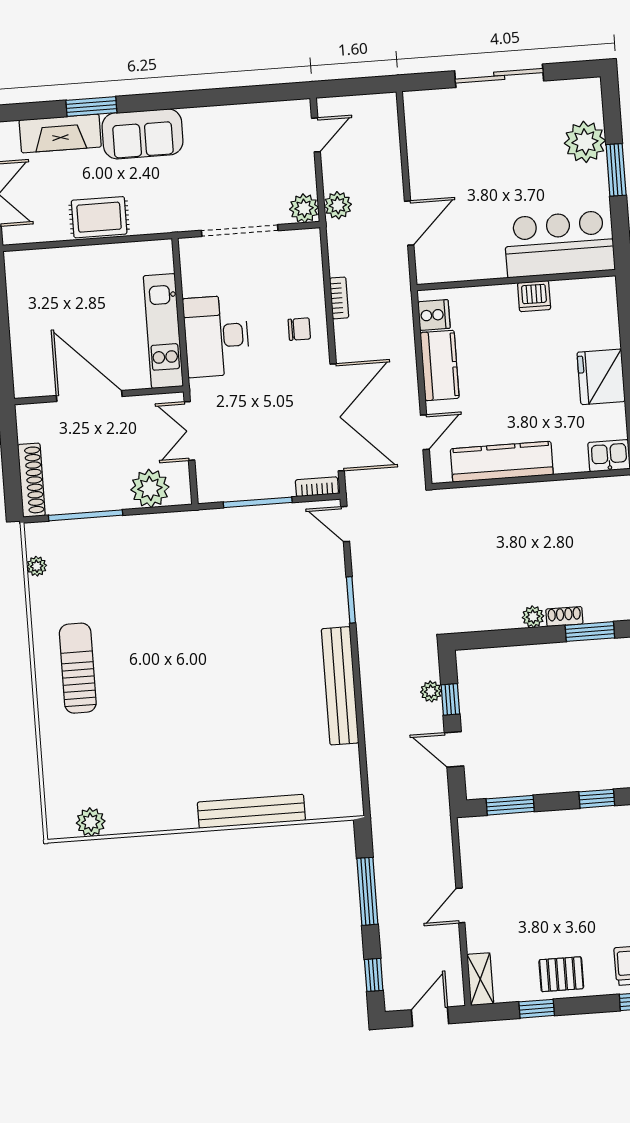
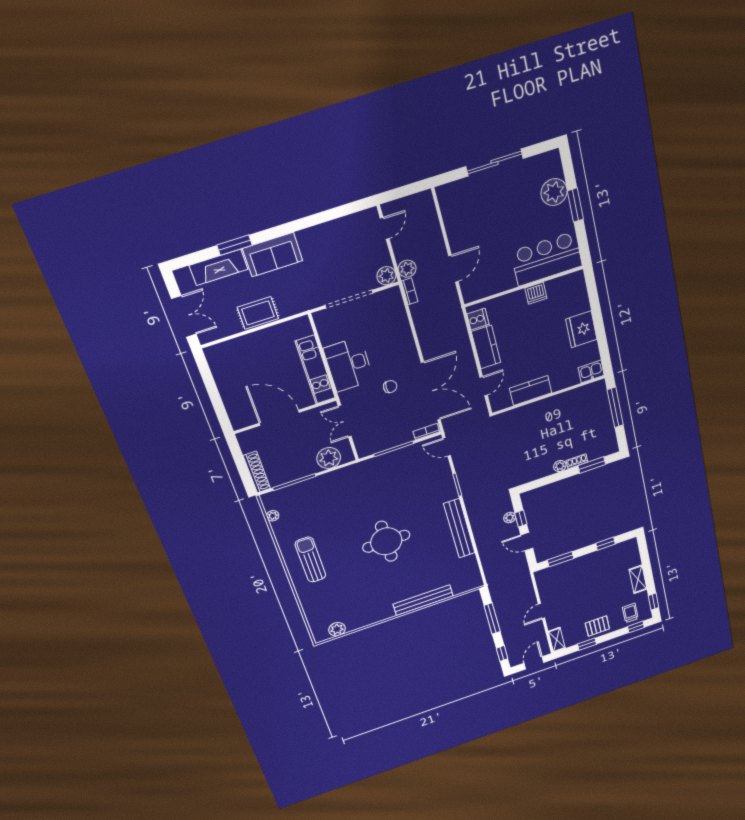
bookcase: (339, 298) -> (410, 291), moved
chair: (299, 329) -> (390, 387), moved
kitchen counter: (502, 462) -> (531, 391), width x0.67
round table: (211, 672) -> (386, 541), added

